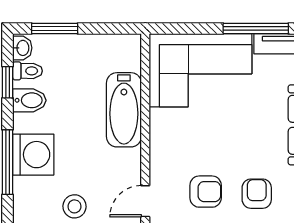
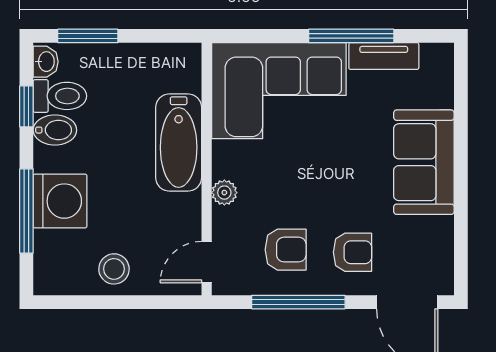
toilet: (27, 71) -> (60, 96), width x1.37, depth x1.39
plant: (159, 148) -> (224, 193), added
armchair: (257, 194) -> (352, 252), turned 90

